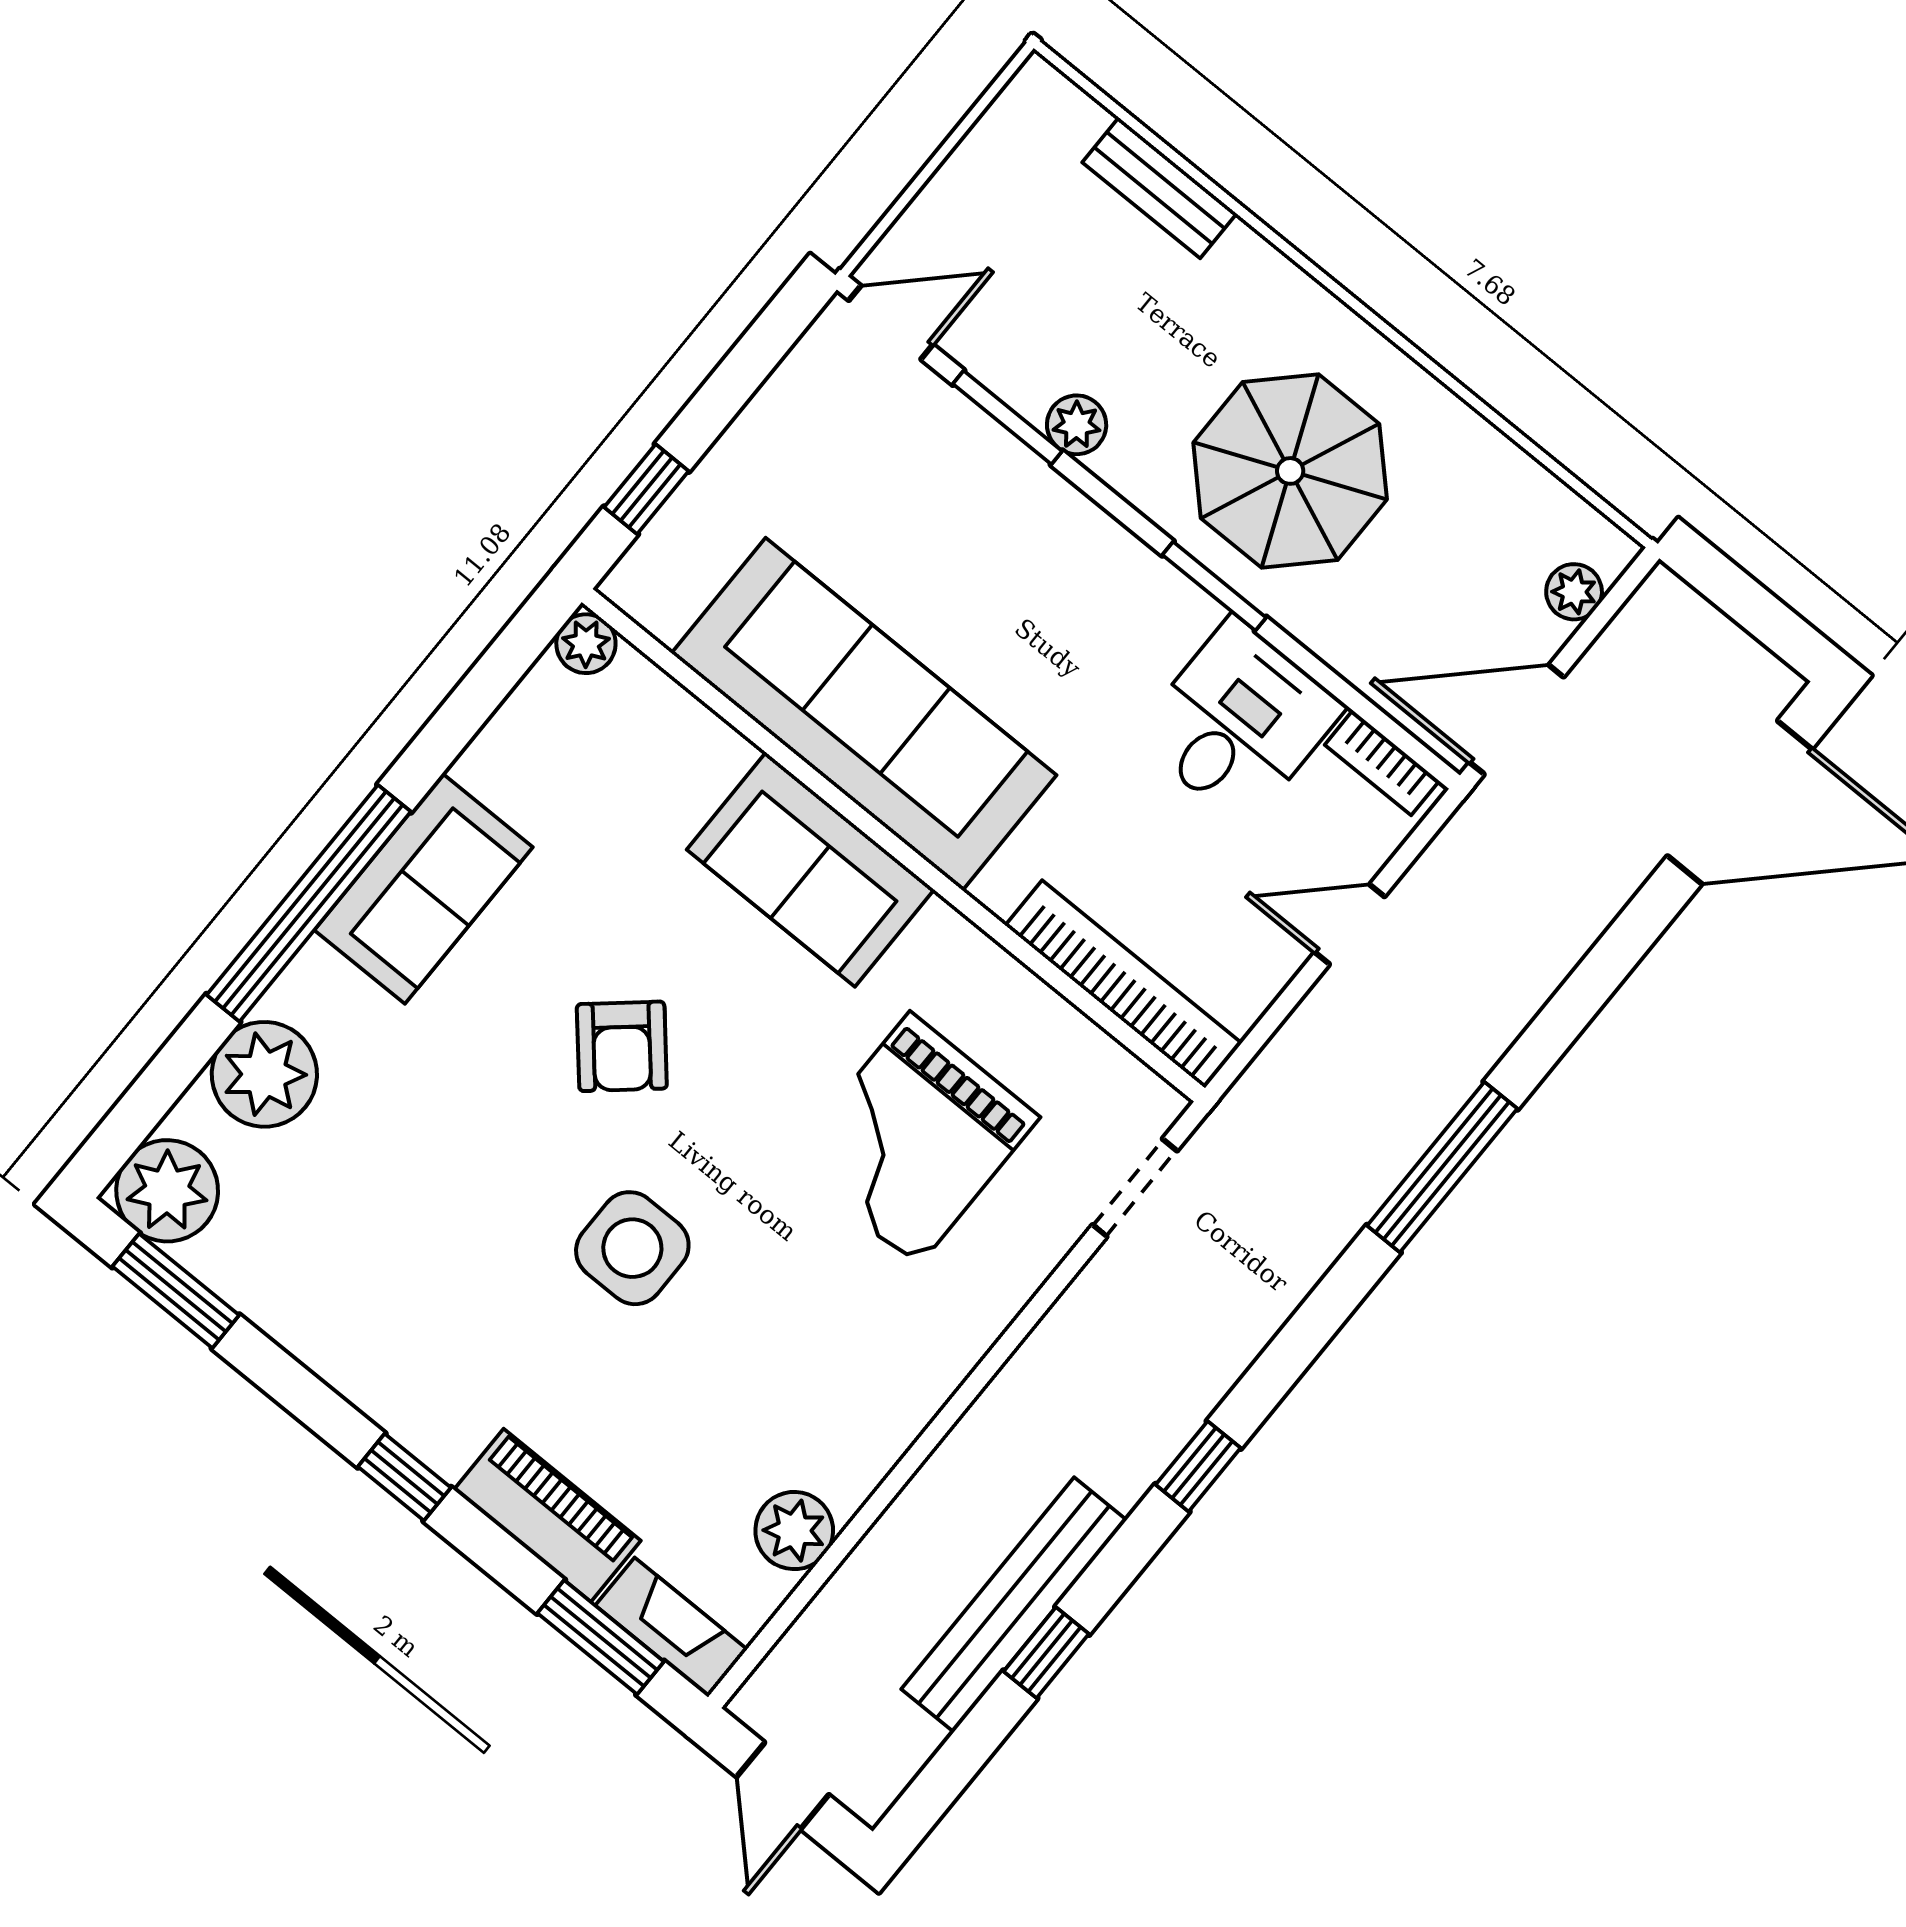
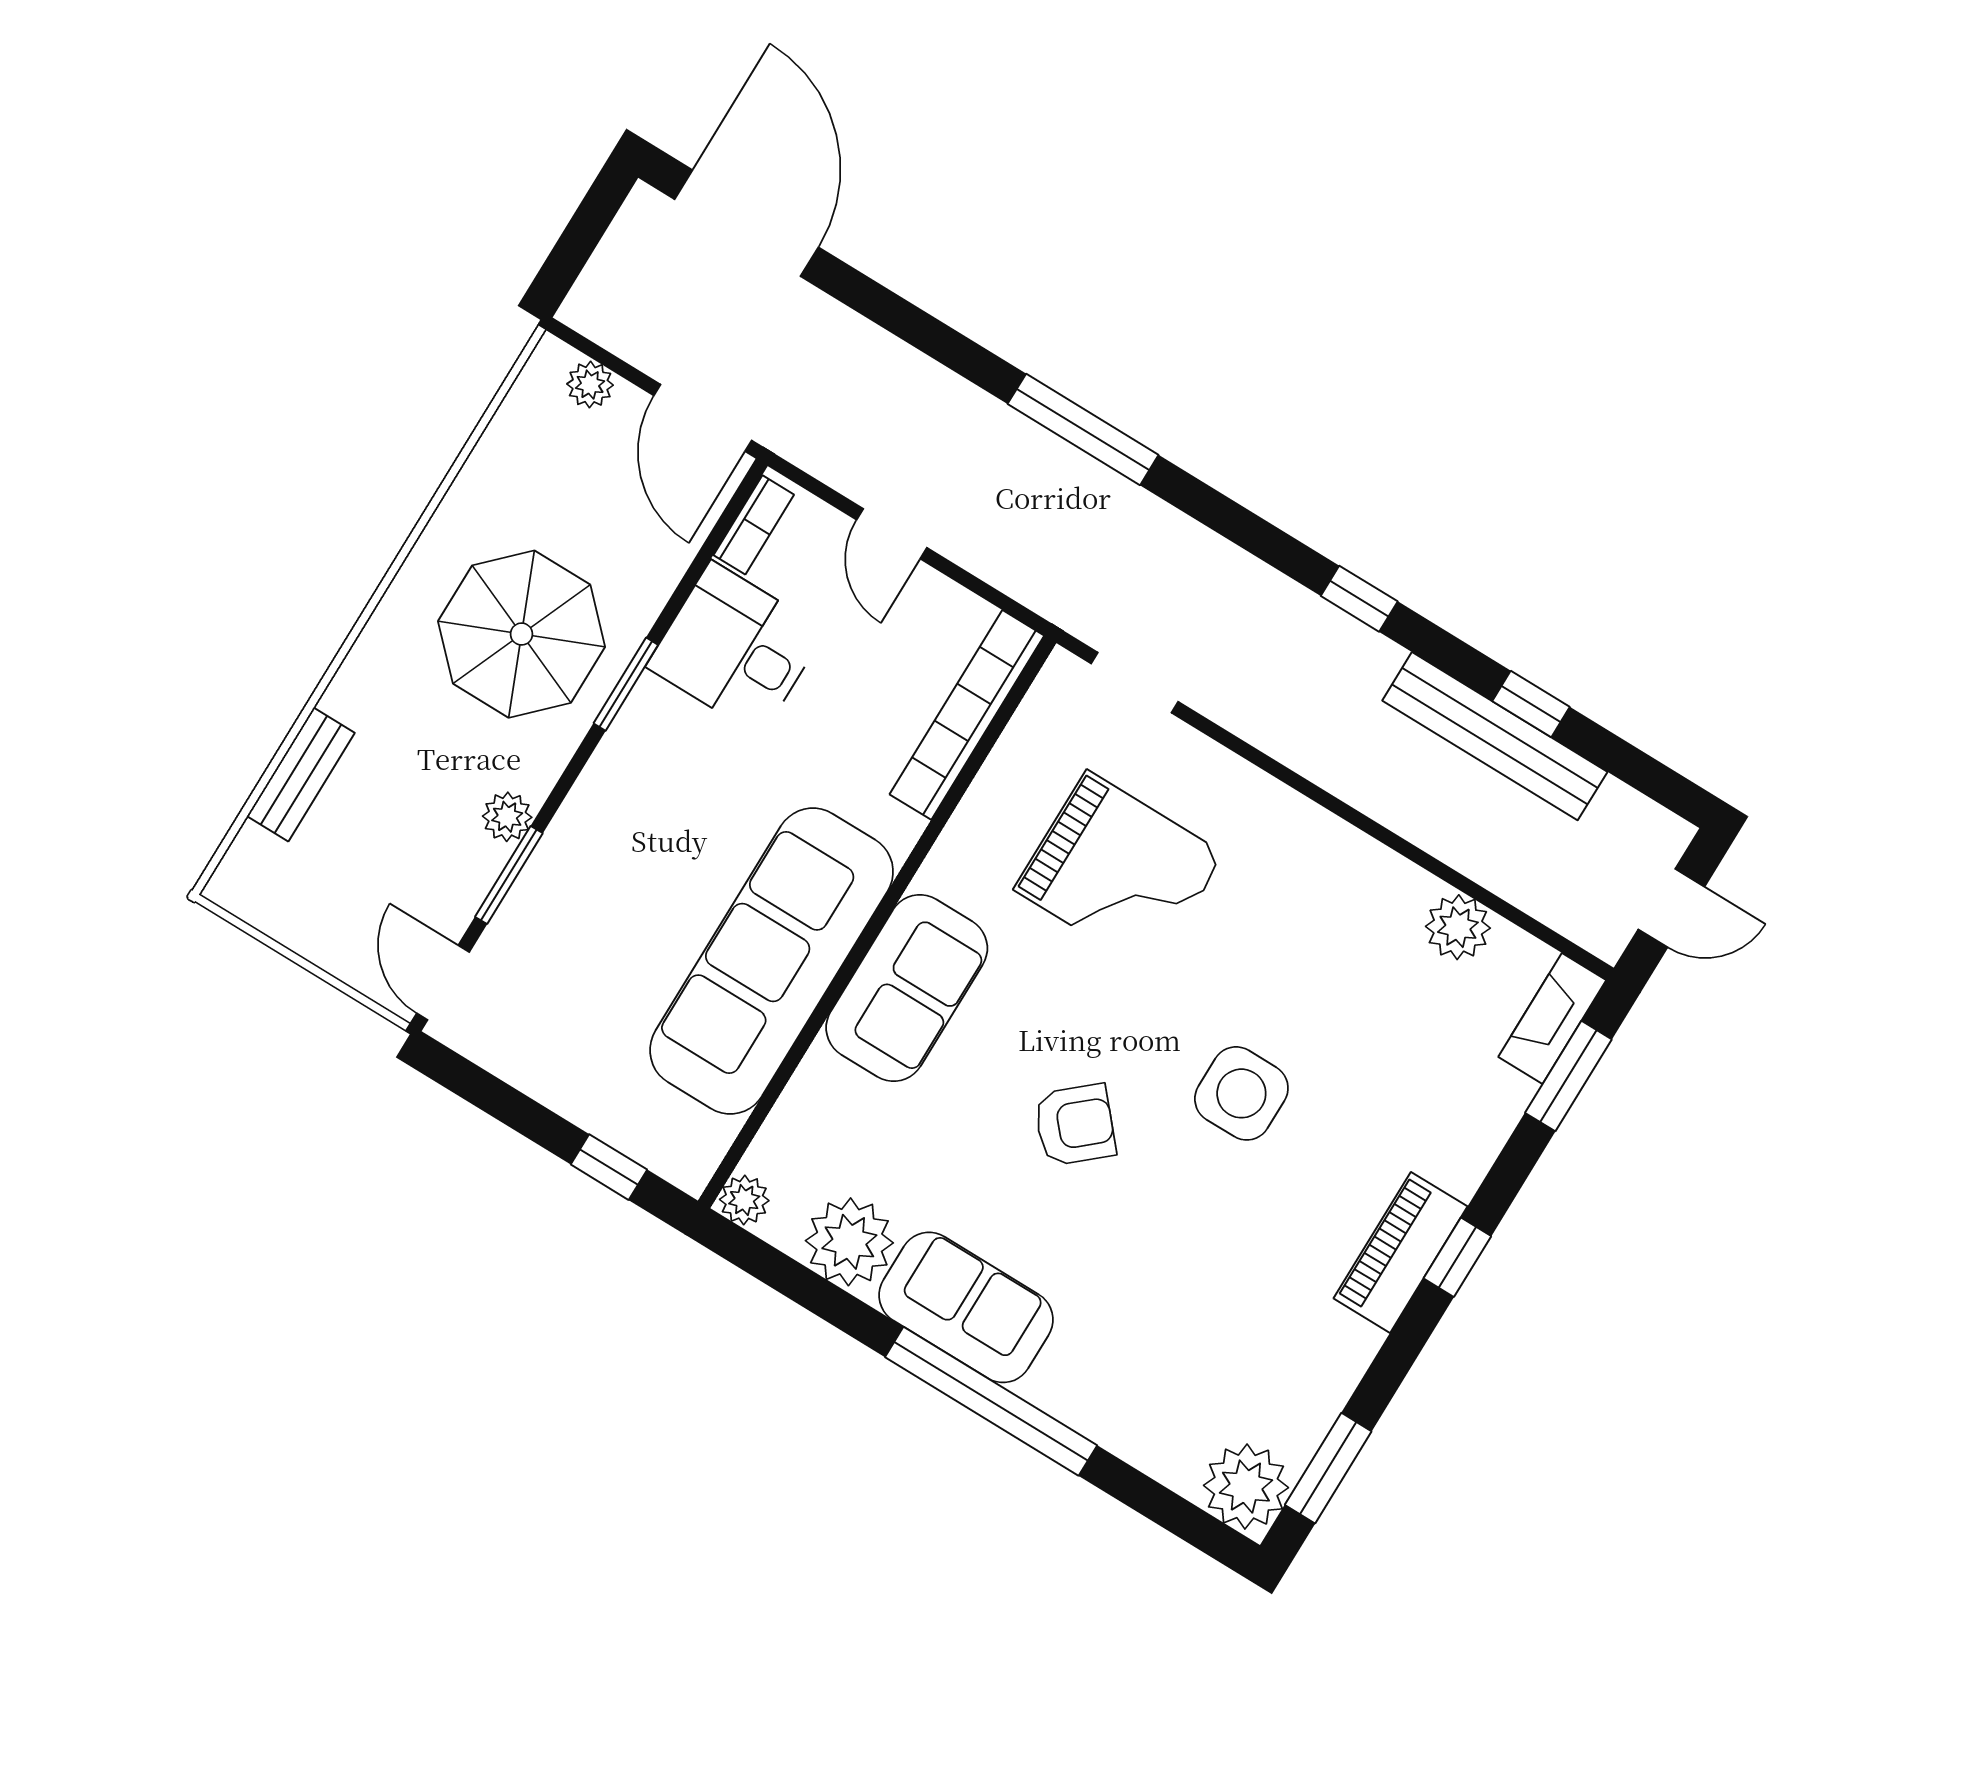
plant: (264, 1074) -> (849, 1242), moved
piano: (547, 1515) -> (1400, 1252), moved

